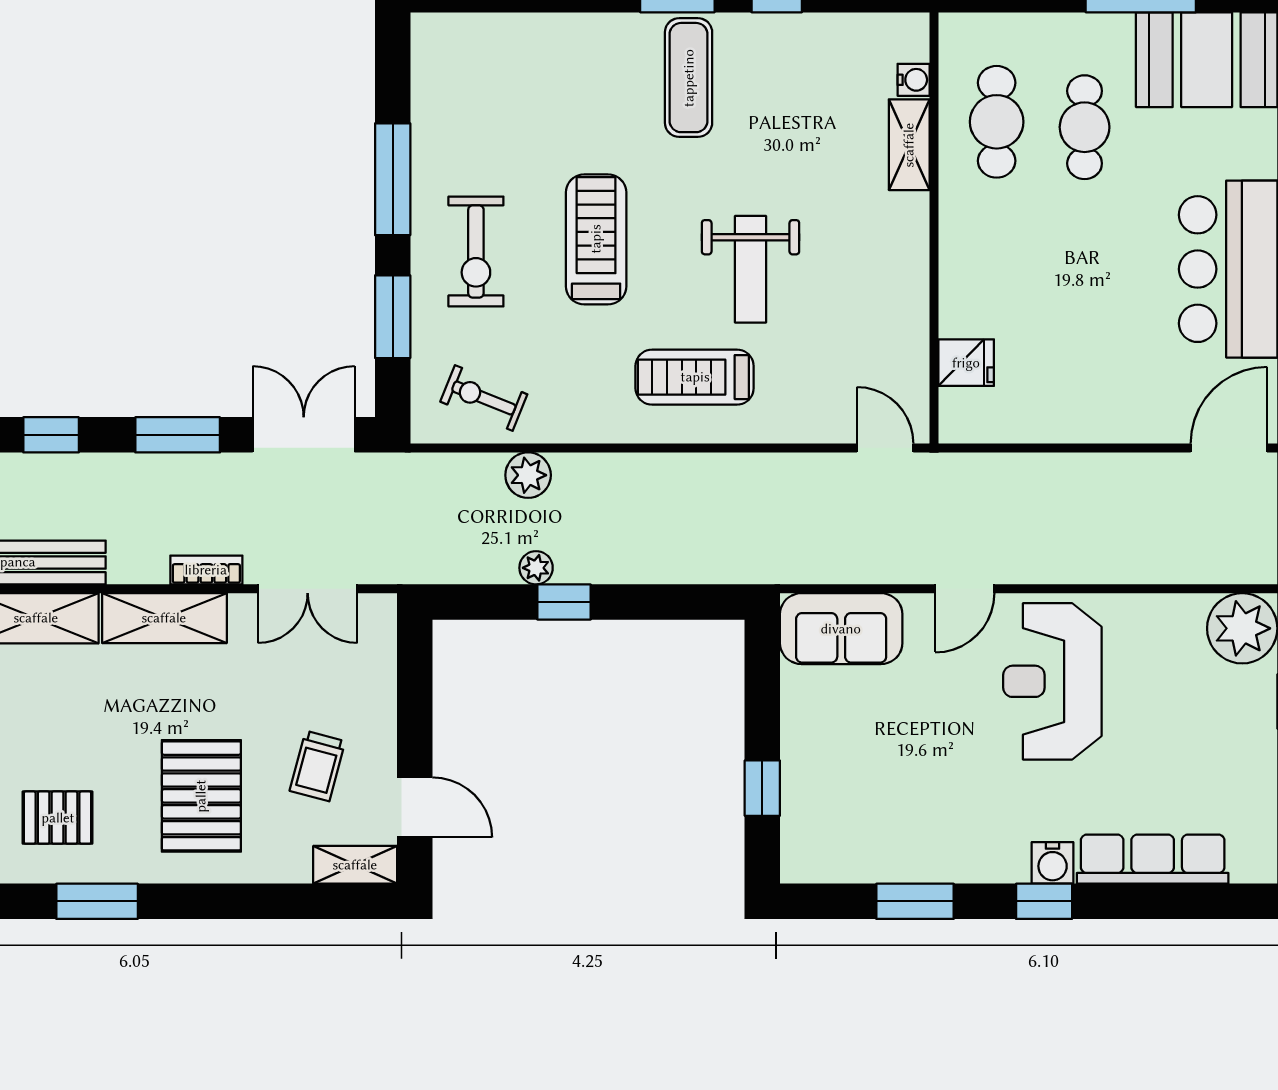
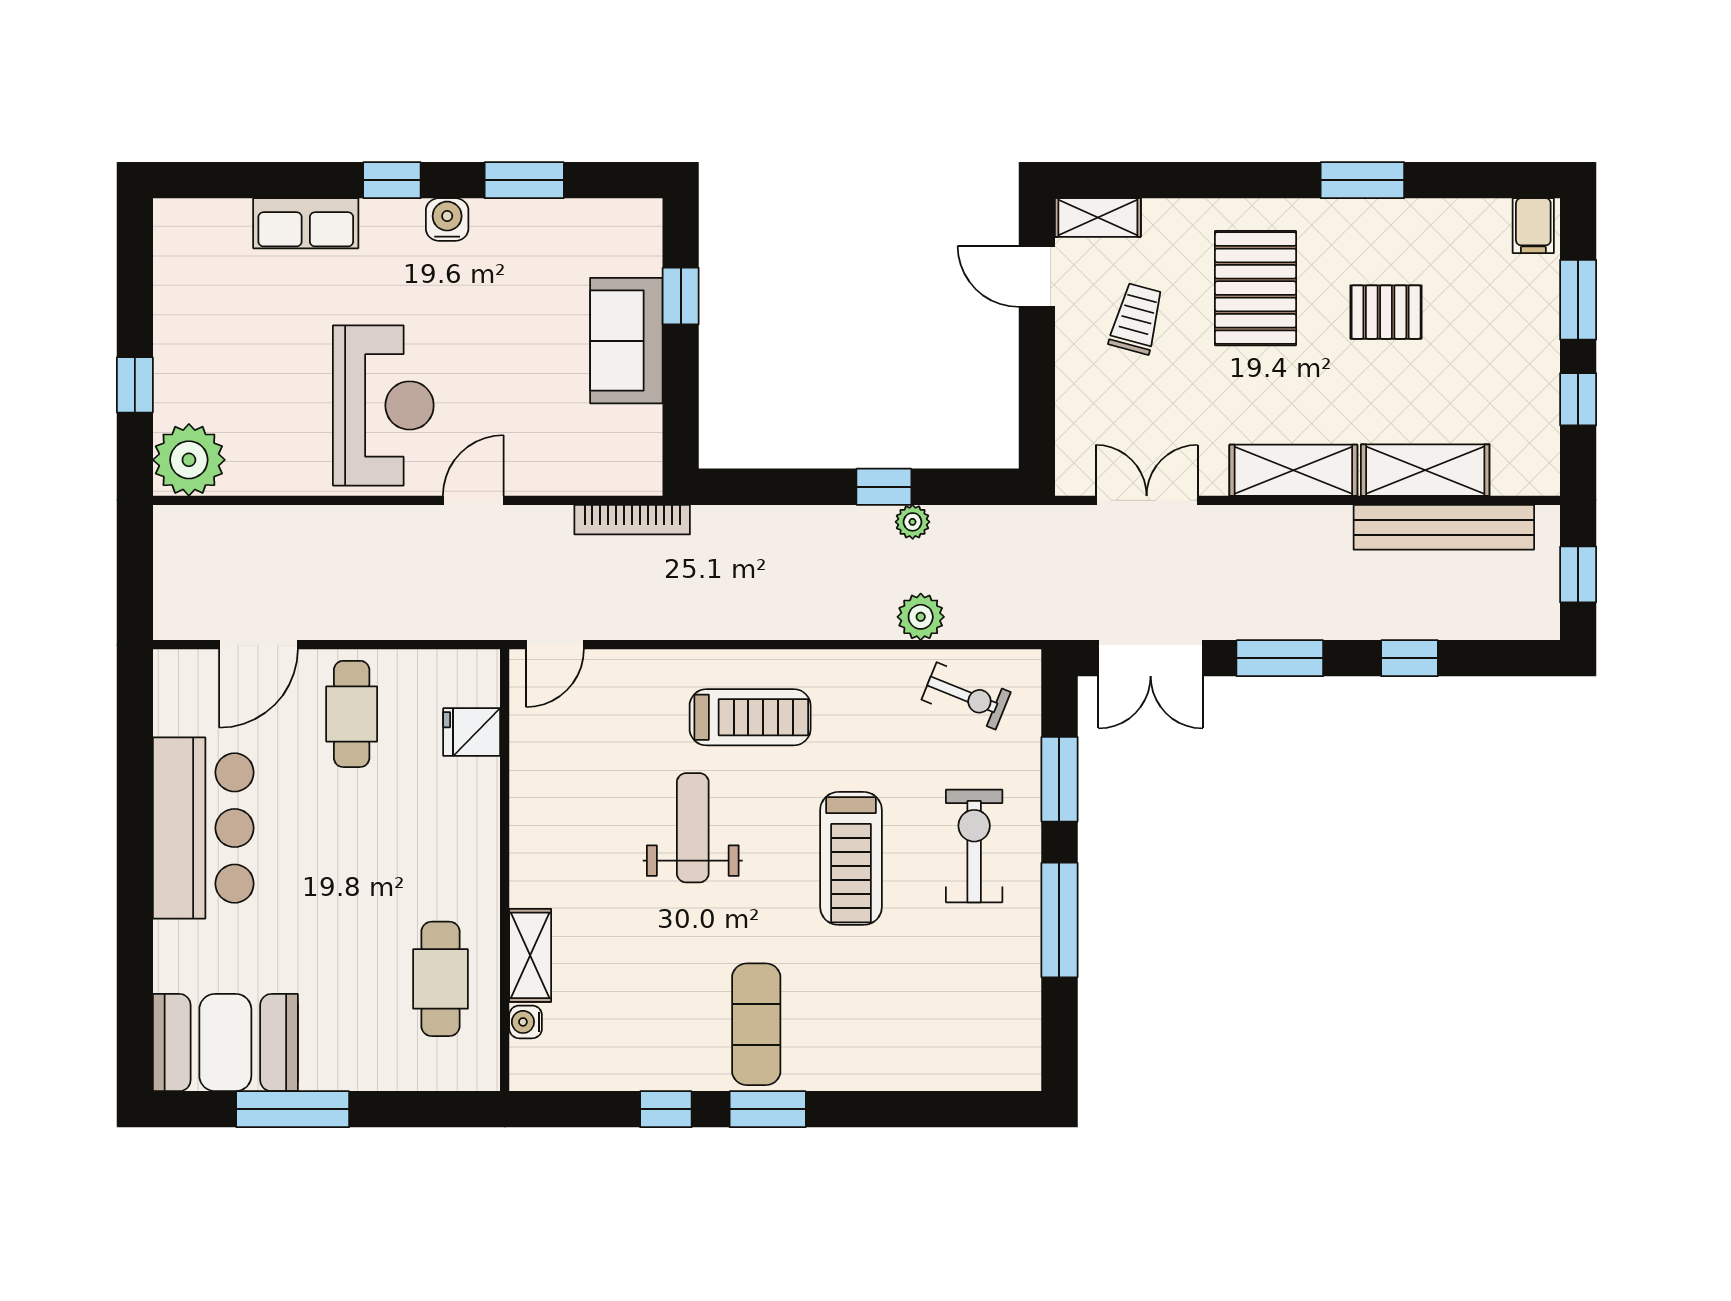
cafe table: (1085, 127) -> (352, 714), moved
door: (885, 448) -> (555, 645), hinge flipped
door: (1229, 448) -> (259, 645), moved
bookcase: (206, 570) -> (632, 520), moved, width x1.56
sofa: (841, 629) -> (626, 341), moved, turned -90
pallet: (58, 818) -> (1386, 312), moved
row of seats: (1153, 859) -> (306, 223), width x0.68
water cooler: (1053, 863) -> (447, 219), moved

